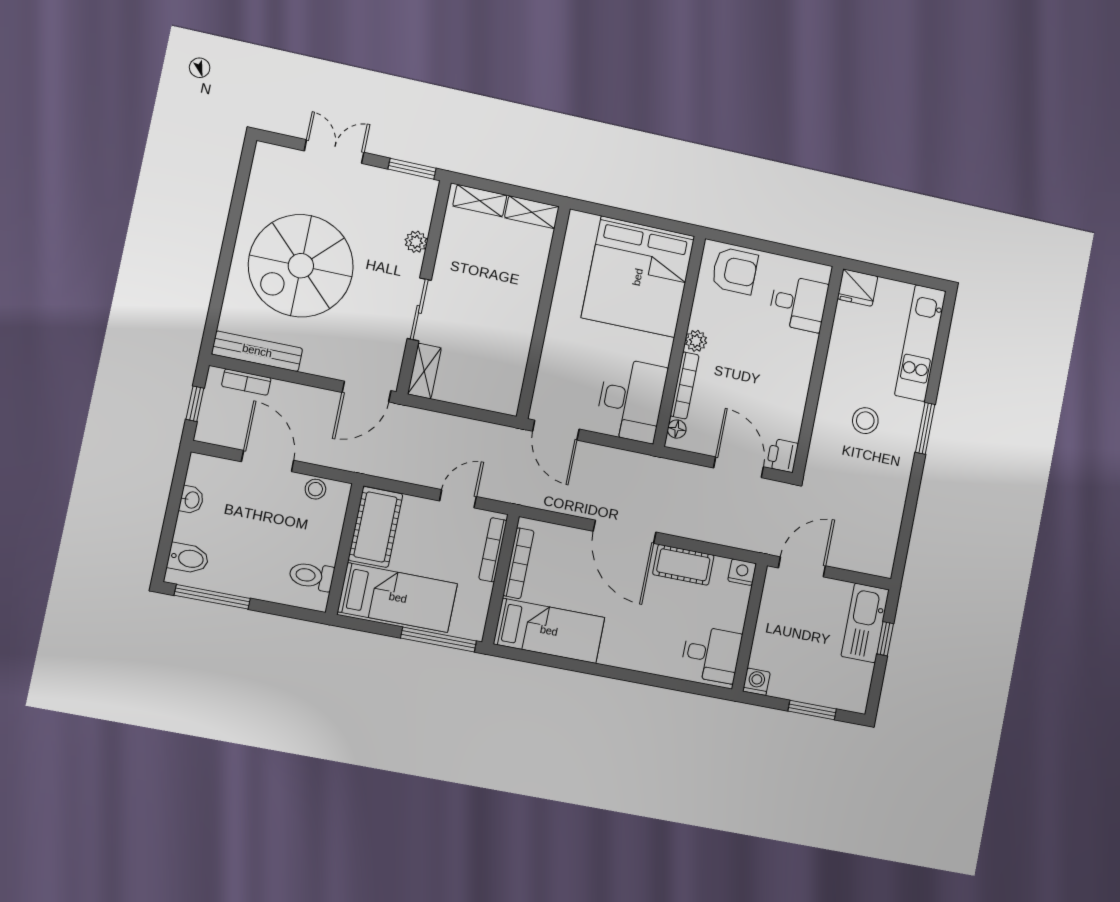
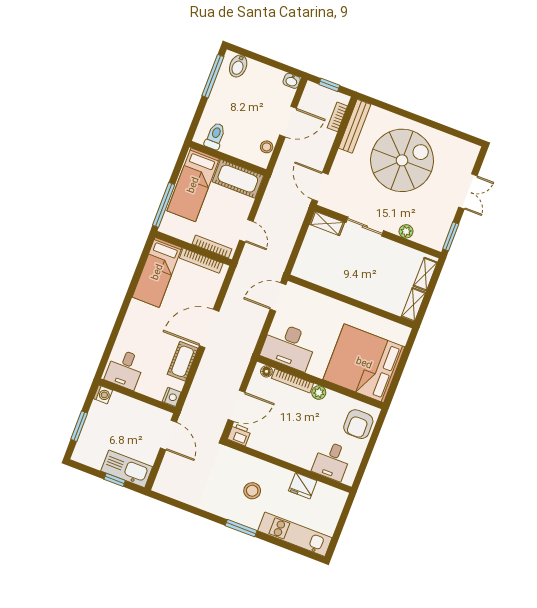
spiral stairs: (301, 266) -> (402, 160), turned 90
fridge: (858, 288) -> (303, 486), moved, turned -90
washbasin: (191, 500) -> (292, 81), moved

